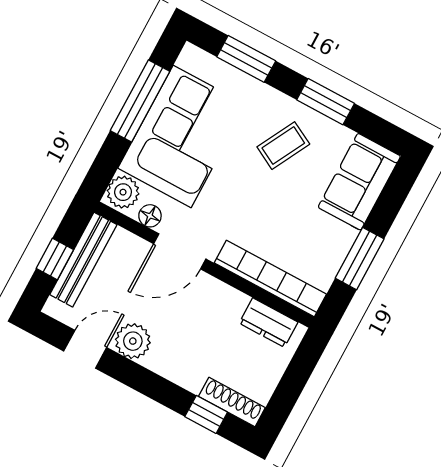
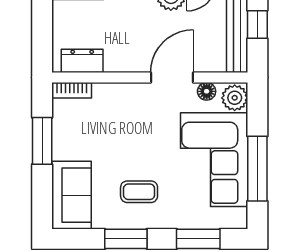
coffee table: (283, 146) -> (139, 192), turned 62
bookcase: (270, 279) -> (72, 90), width x0.43, depth x0.76

